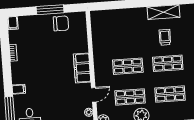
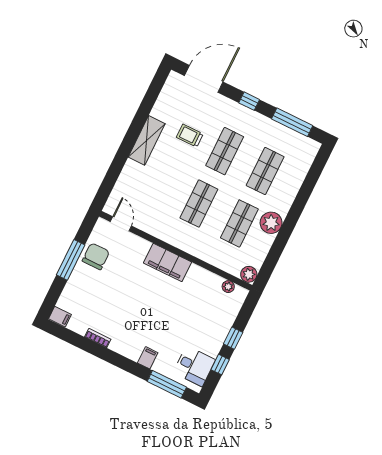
shelving: (164, 12) -> (147, 140), moved
door: (94, 95) -> (121, 224), moved

